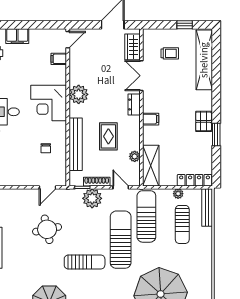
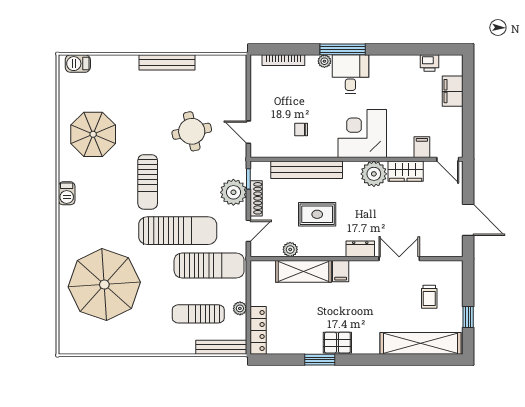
wardrobe: (133, 47) -> (406, 171), moved, turned 180
shelving: (151, 166) -> (304, 271), moved

